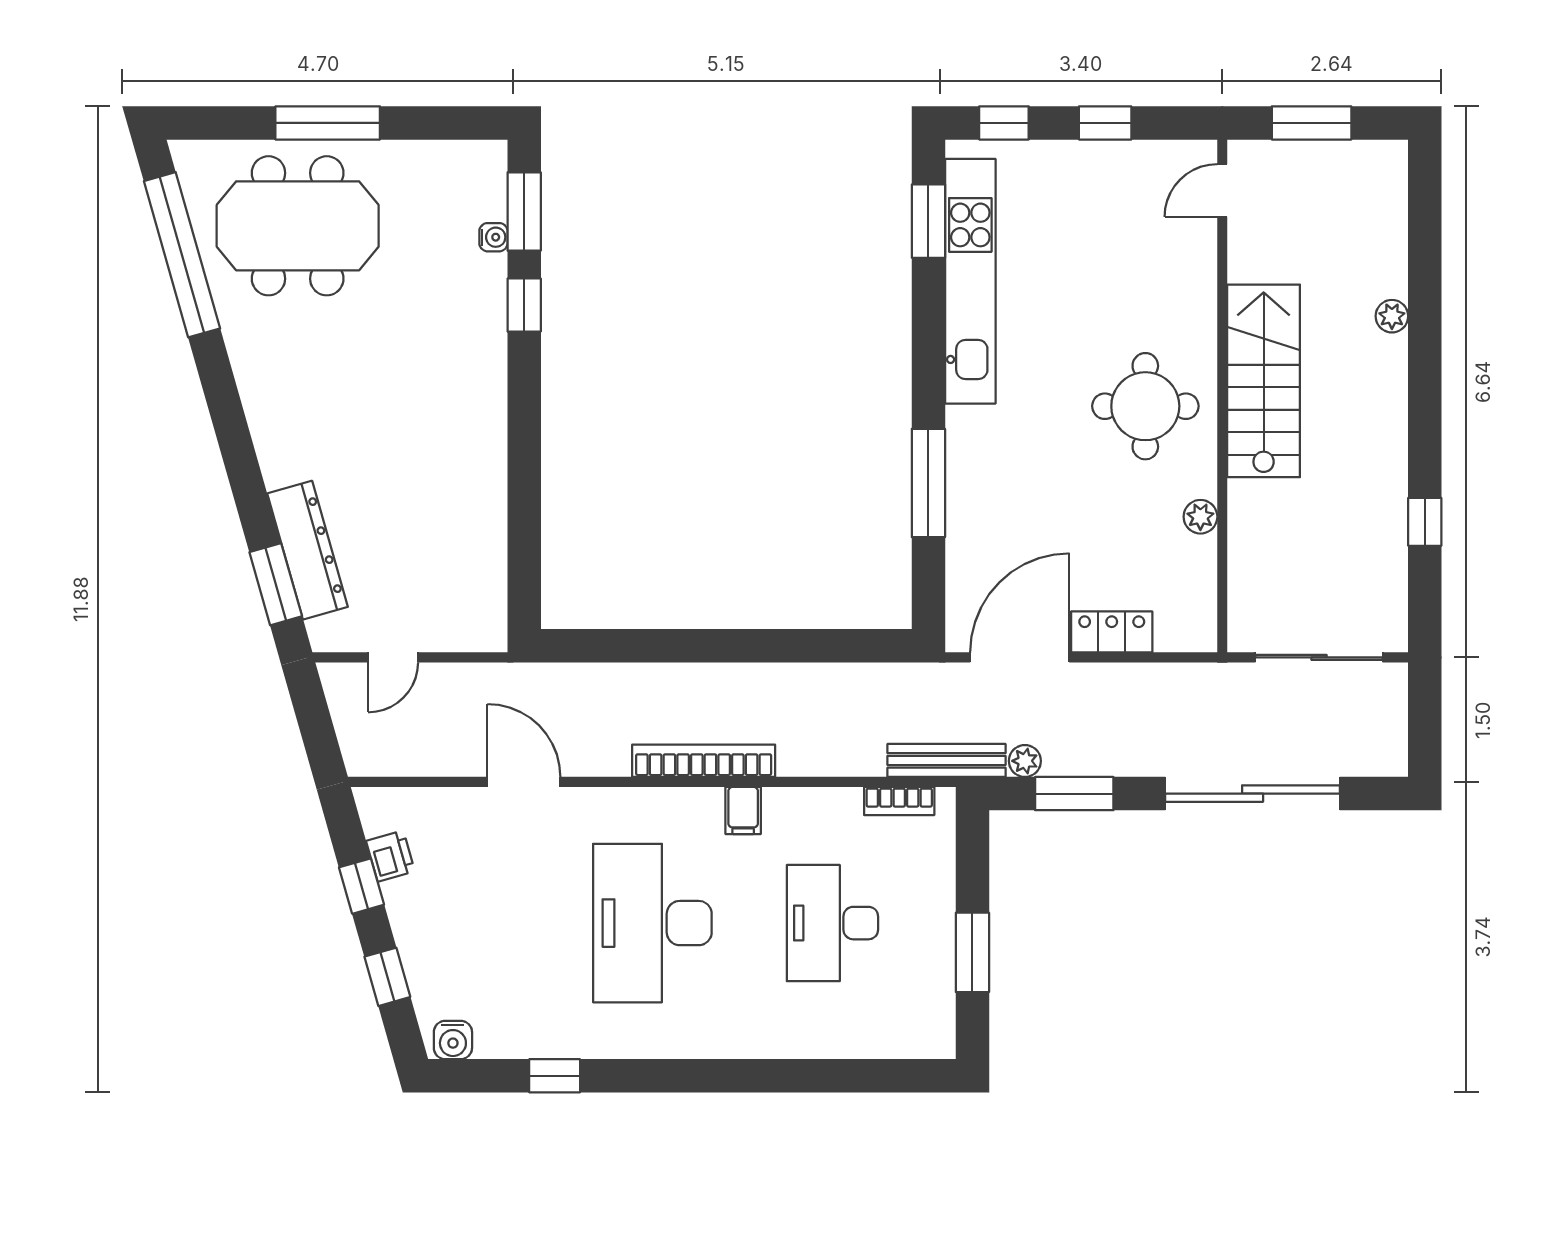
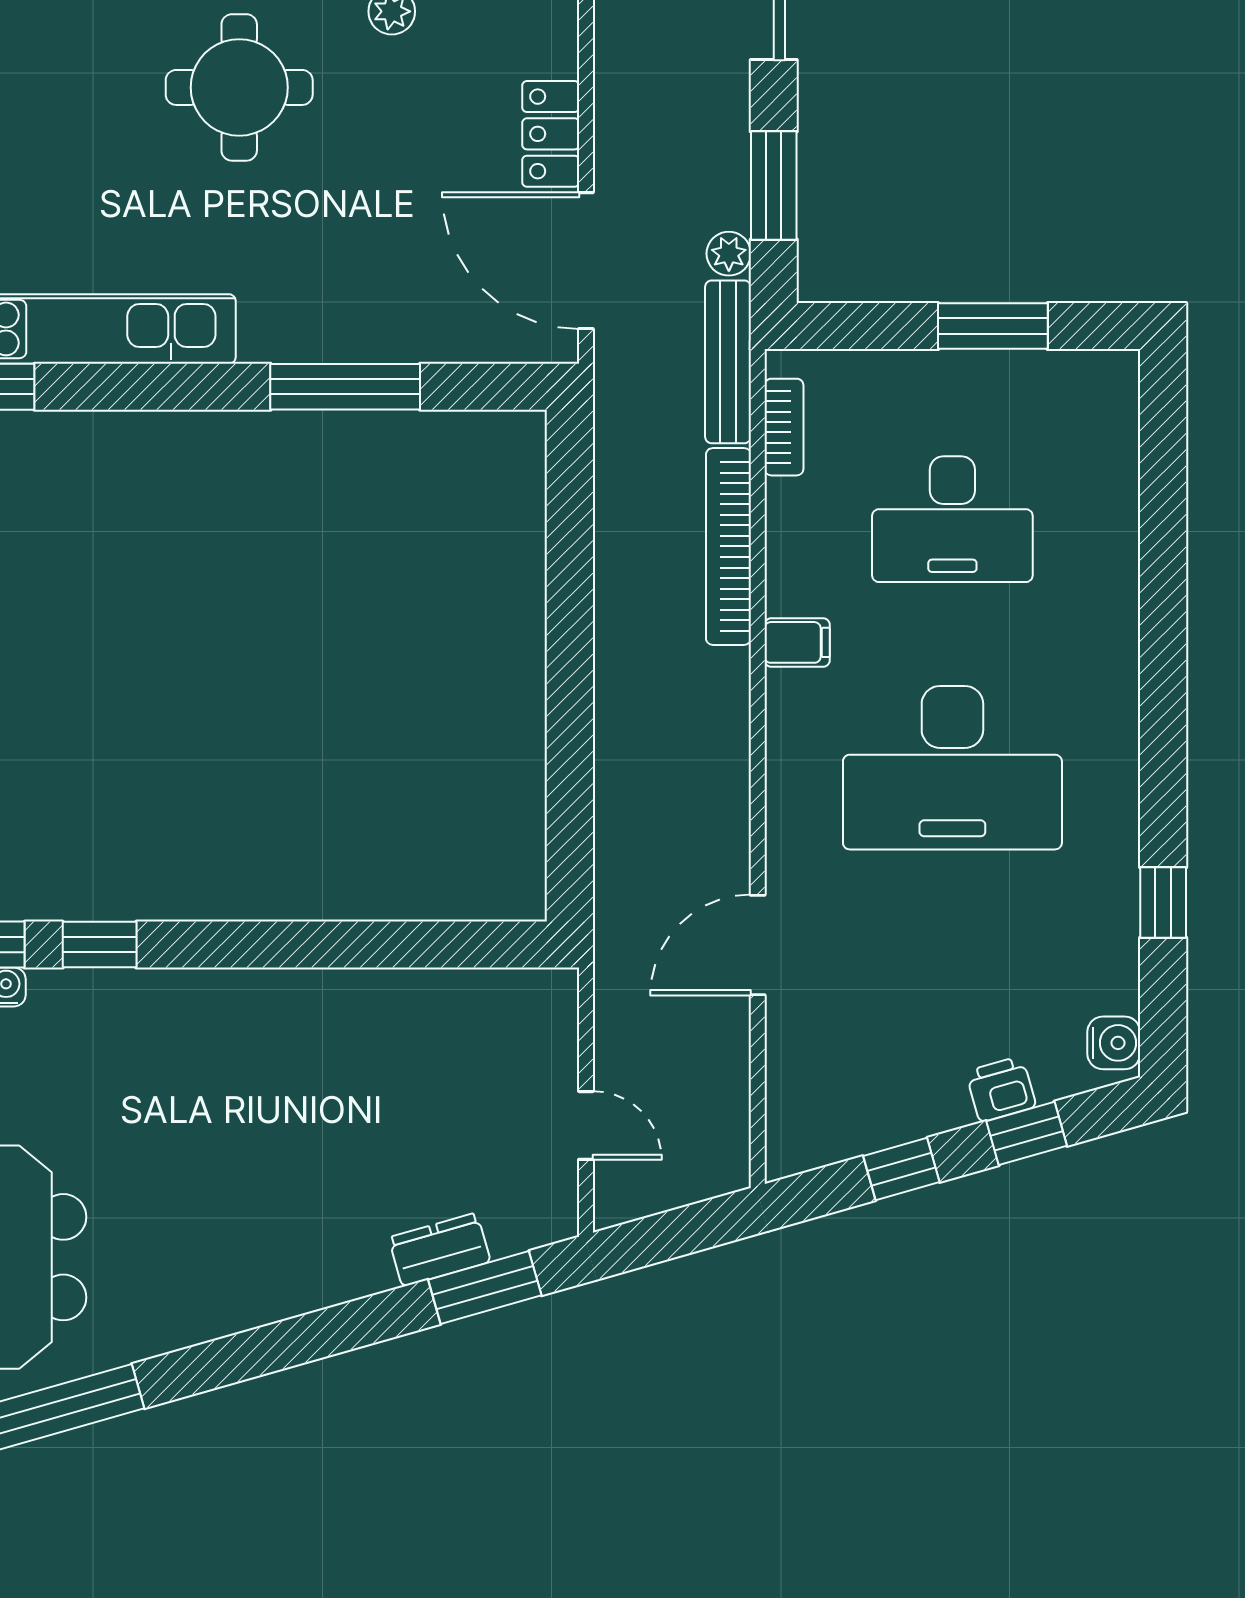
dresser: (308, 550) -> (440, 1250), width x0.51, depth x0.80
bookcase: (704, 761) -> (728, 546), moved
printer: (390, 856) -> (1001, 1089), moved

